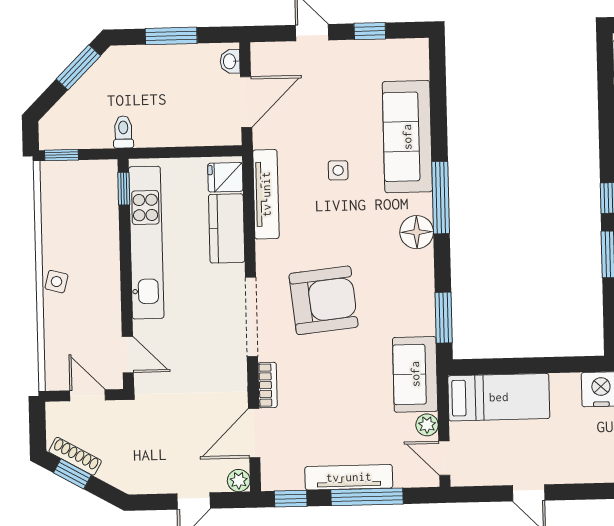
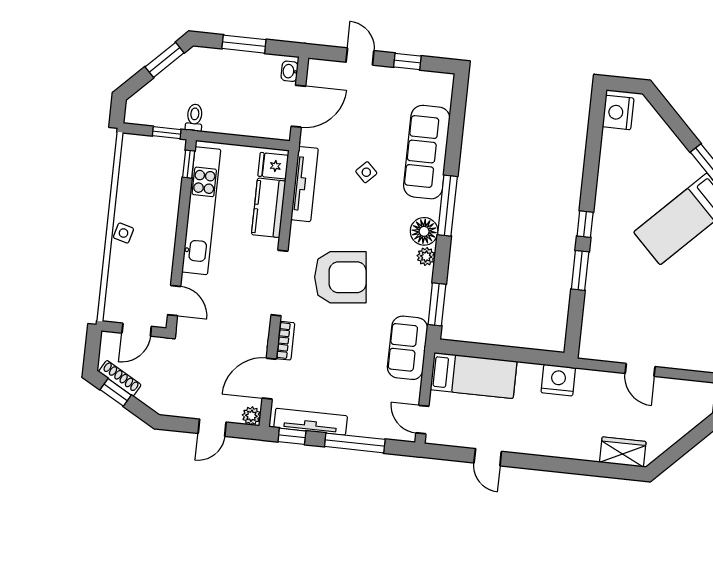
window: (62, 155) -> (167, 133), moved
side table: (338, 170) -> (366, 172), turned 45
door: (88, 395) -> (137, 330), swing flipped
plant: (427, 425) -> (426, 256), moved
tv unit: (349, 477) -> (311, 422), moved

